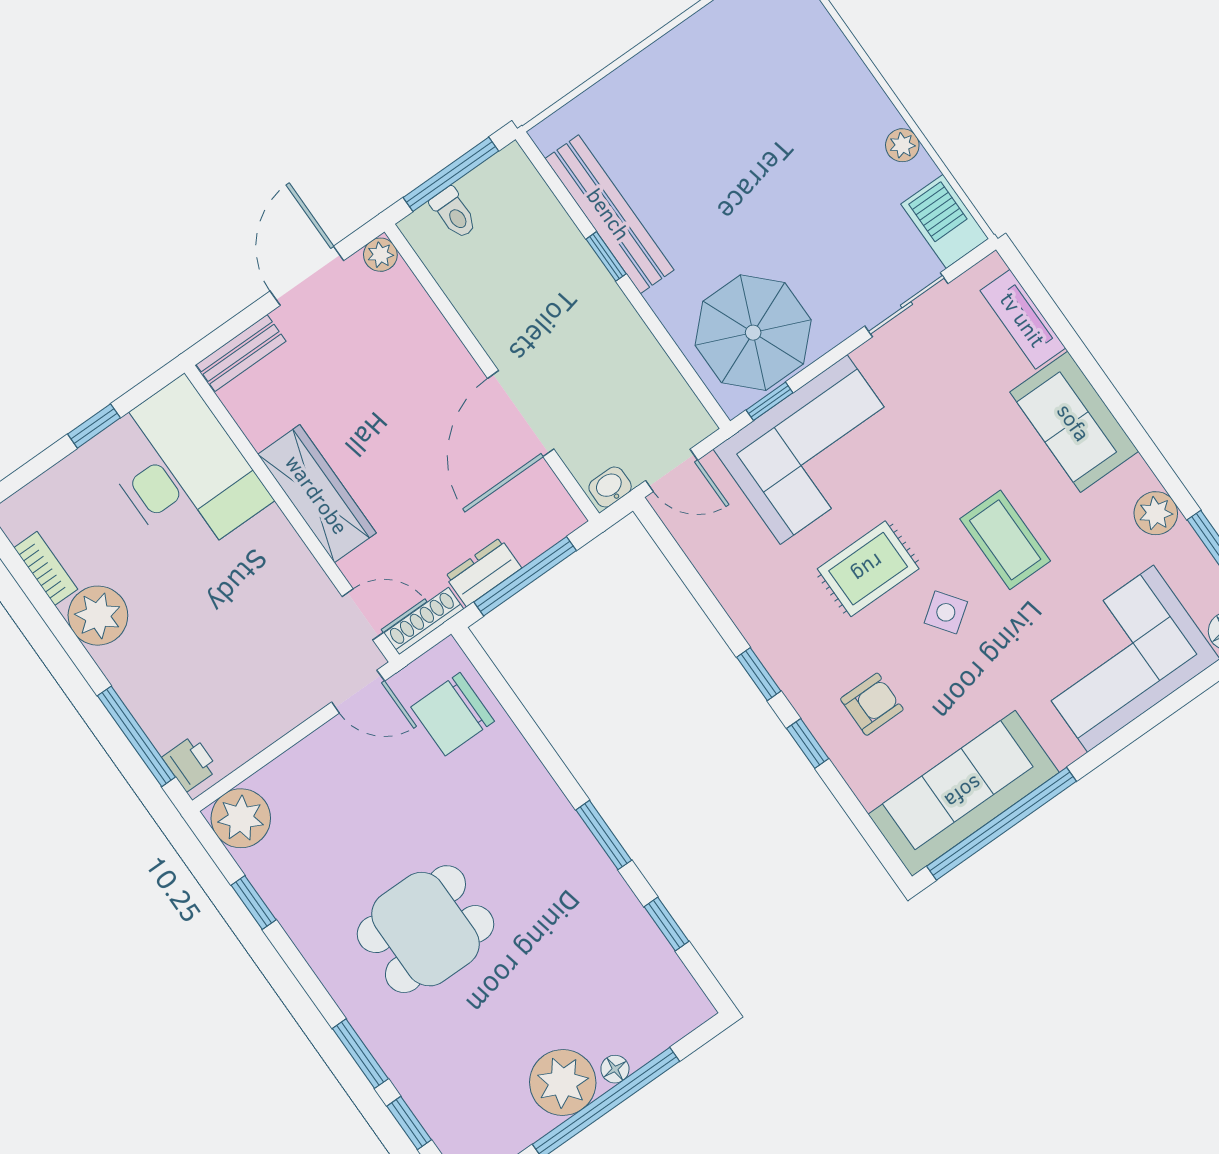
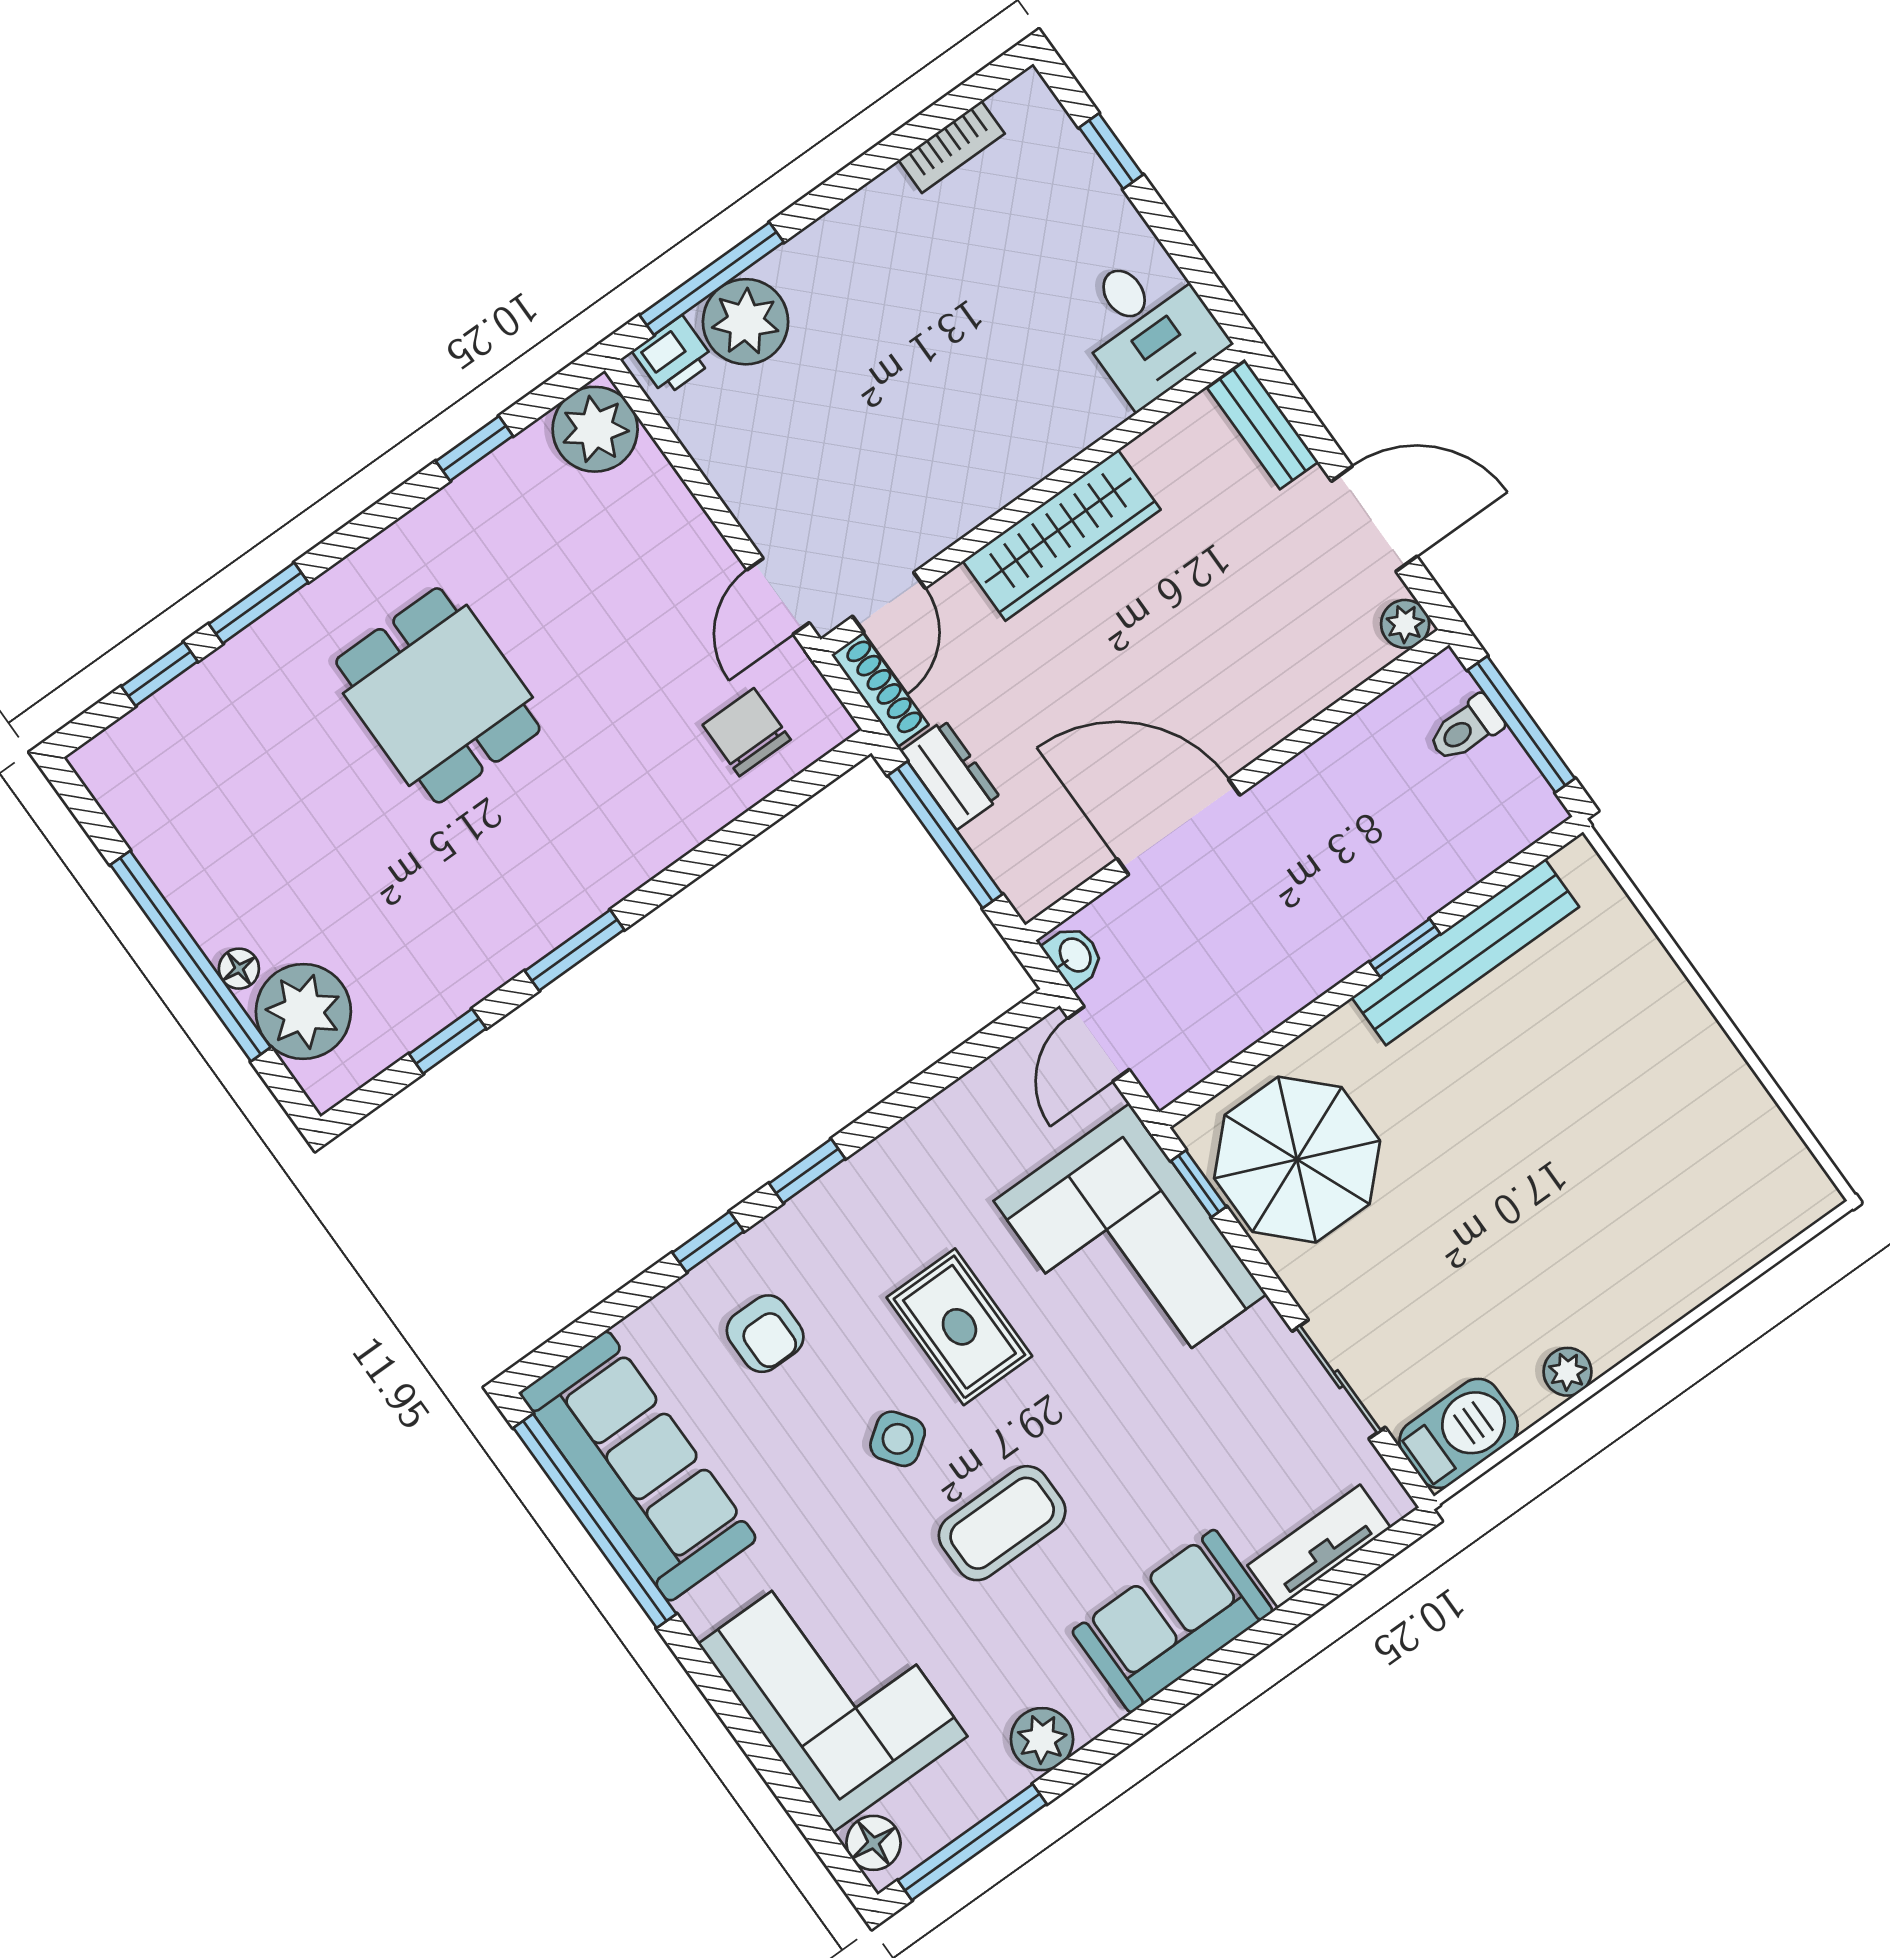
window: (94, 426) -> (1111, 151), moved
desk: (182, 471) -> (1147, 326), width x0.53, depth x0.77
plant: (98, 616) -> (746, 322), moved
chair: (453, 714) -> (747, 732), width x0.73, depth x0.73
plant: (563, 1083) -> (303, 1011), moved

